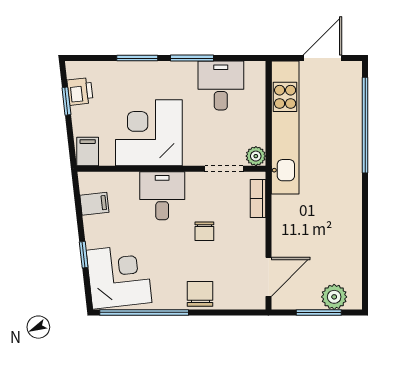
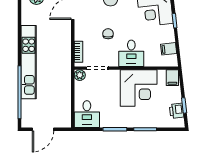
desk: (221, 85) -> (87, 114), moved
kitchen unit: (285, 127) -> (29, 62), moved, turned 180

